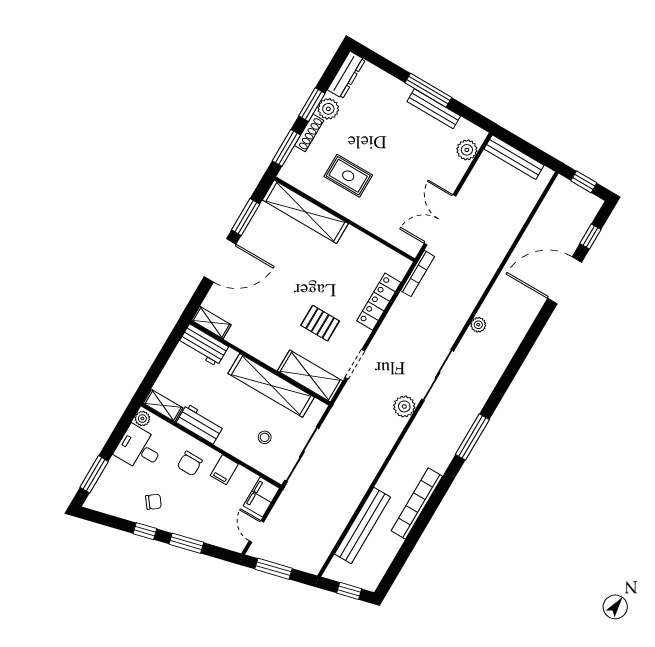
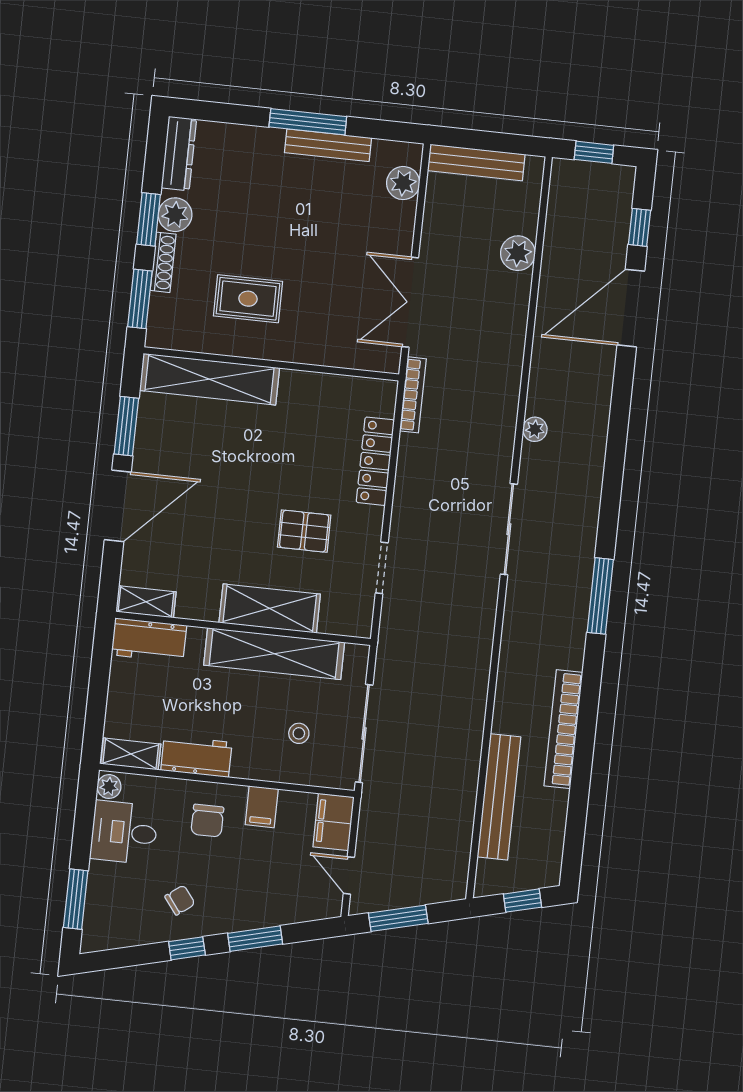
shelving: (310, 376) -> (270, 608), moved
plant: (404, 406) -> (518, 253), moved

